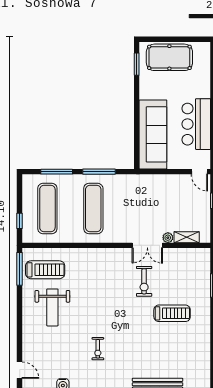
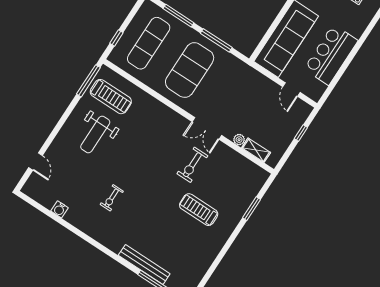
door: (199, 172) -> (291, 90), moved
exercise mat: (93, 208) -> (190, 70), width x1.47
double door: (147, 245) -> (207, 128), moved
treadmill: (172, 313) -> (199, 210), turned 180
door: (20, 370) -> (36, 162), moved

